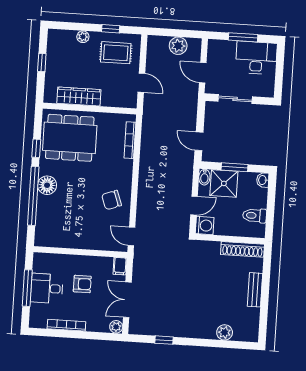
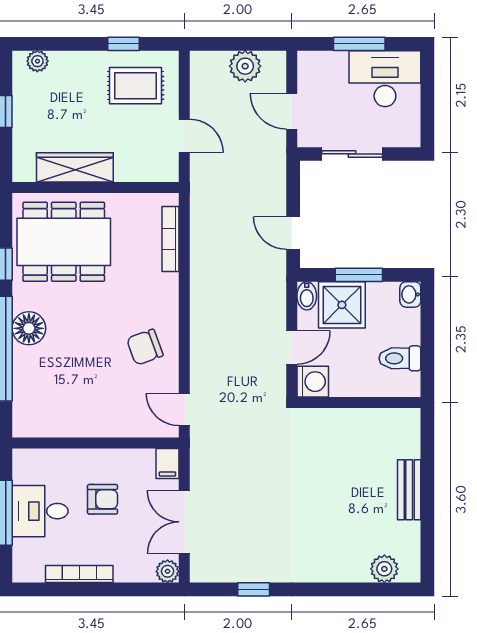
plant: (83, 37) -> (37, 61), moved
shoe rack: (242, 249) -> (382, 420), removed
plant: (225, 332) -> (384, 569), moved

